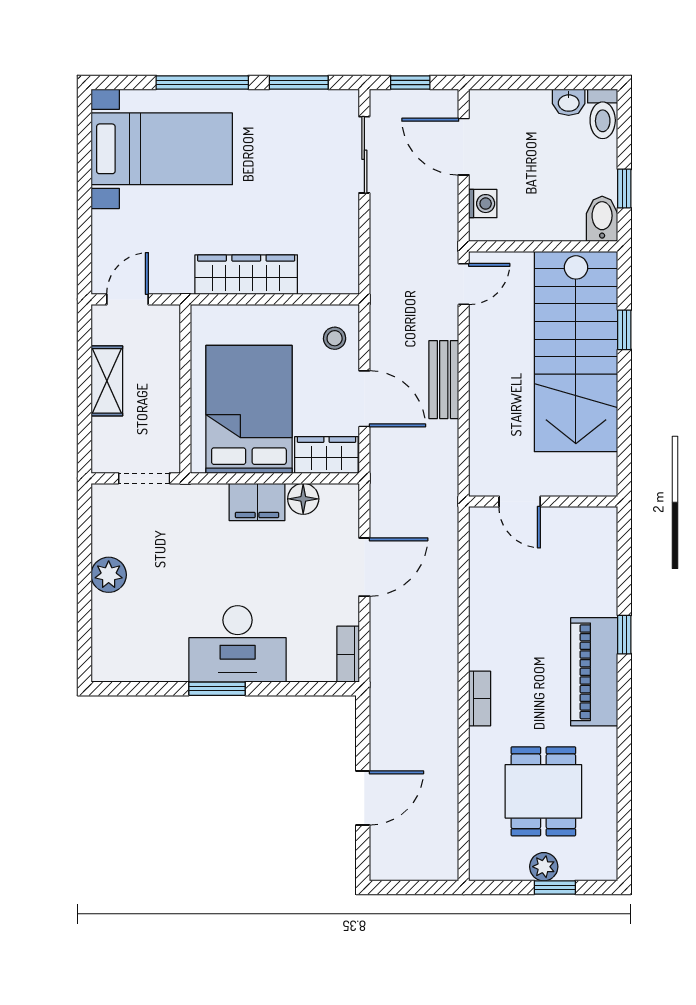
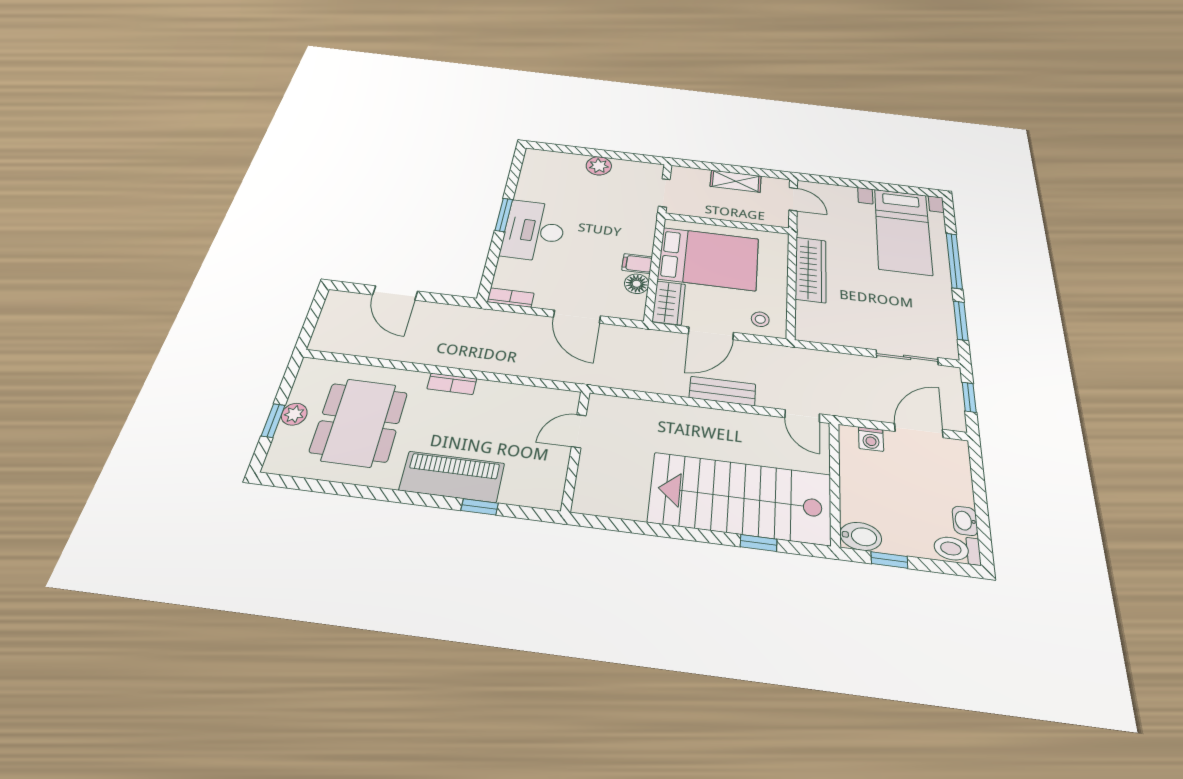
filing cabinet: (257, 502) -> (637, 264), width x0.50
door: (520, 502) -> (579, 431), moved
wall: (543, 502) -> (576, 450), moved
dining table: (543, 791) -> (359, 422), width x1.37

